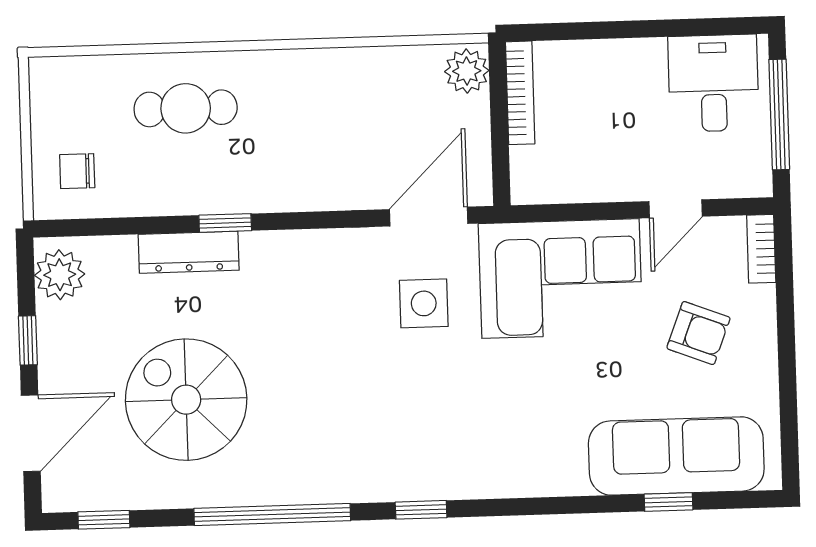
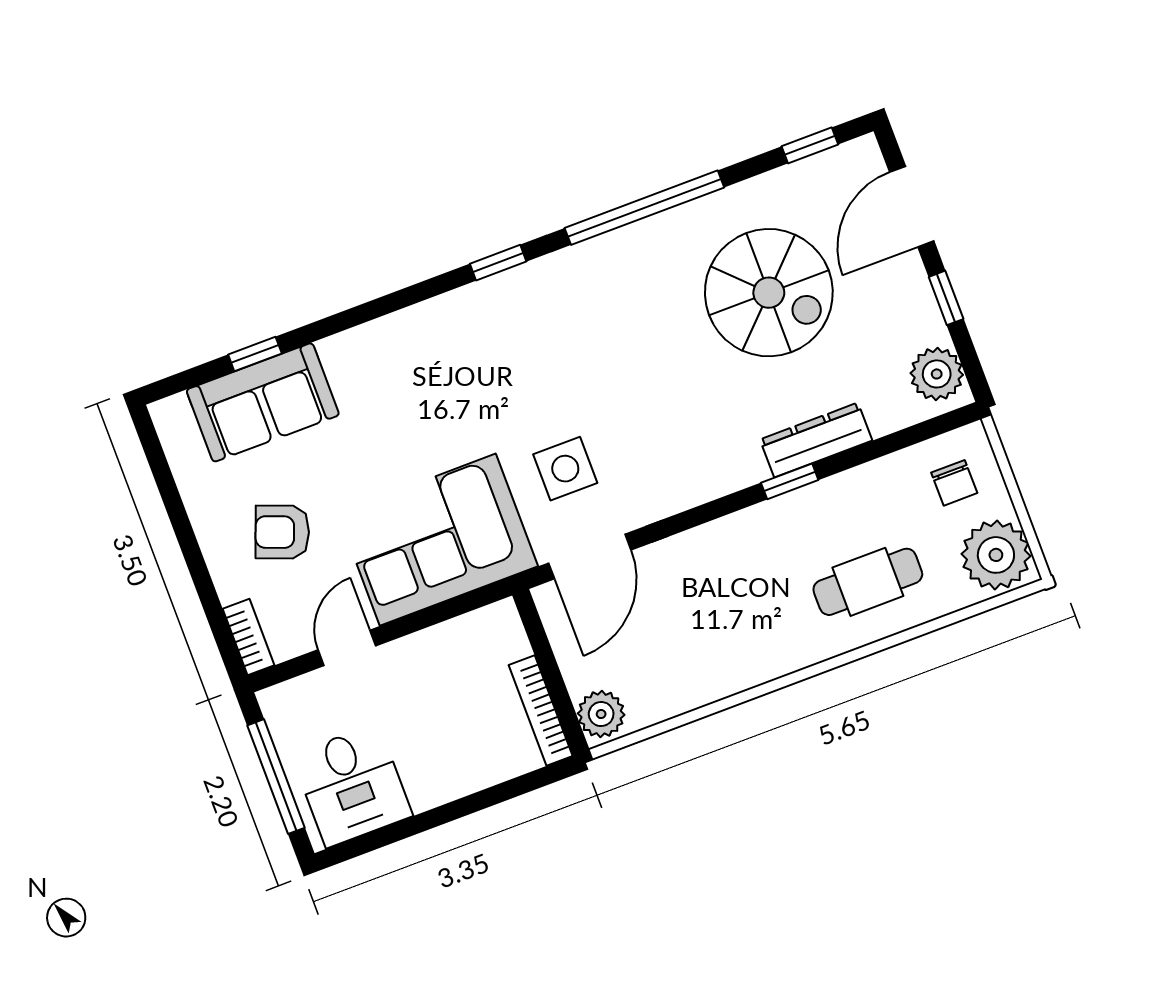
plant: (62, 93) -> (996, 555), added
chair: (77, 171) -> (954, 483), turned 90
sofa: (676, 456) -> (263, 402), width x0.73

